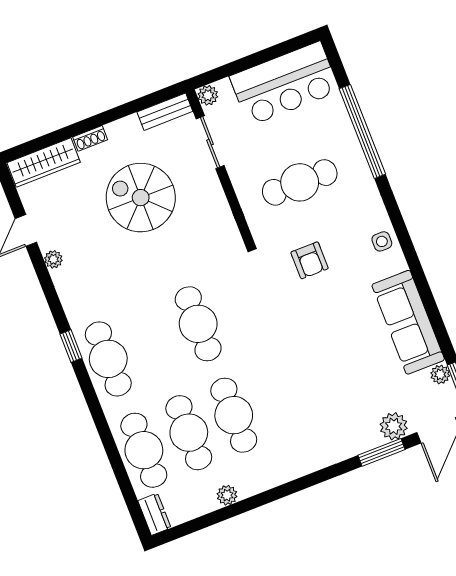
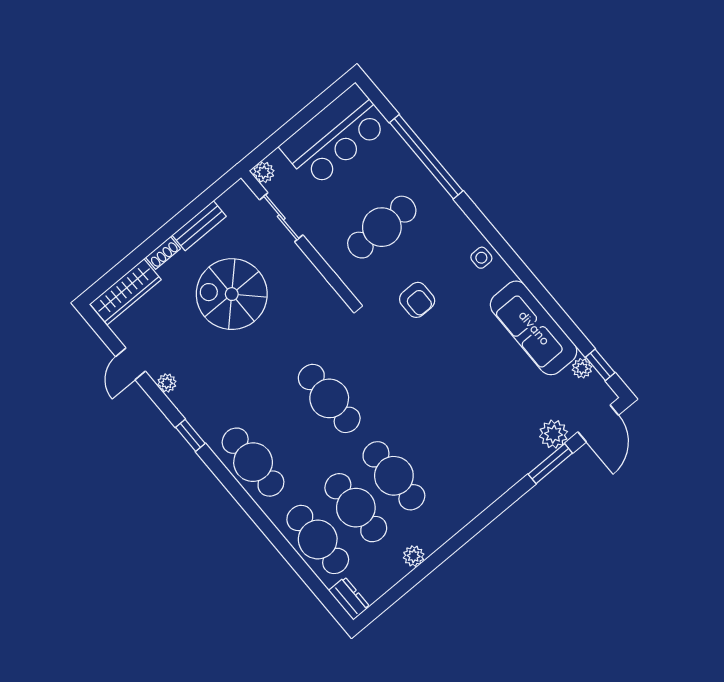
bench: (165, 112) -> (199, 226), moved
window: (71, 346) -> (190, 435), moved

